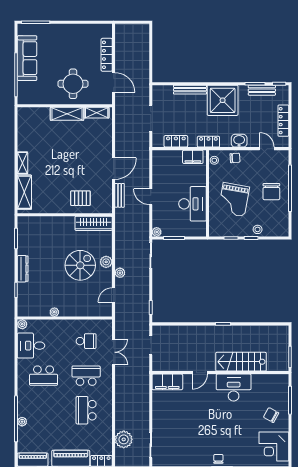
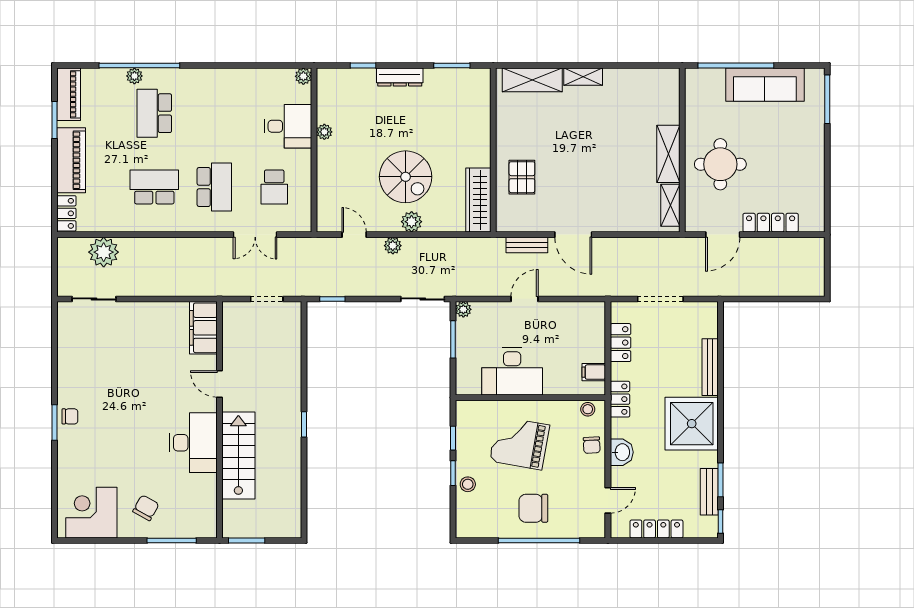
filing cabinet: (193, 157) -> (594, 372), width x0.50
desk: (31, 346) -> (288, 126), moved, turned 90
school desk: (44, 376) -> (154, 113), moved

